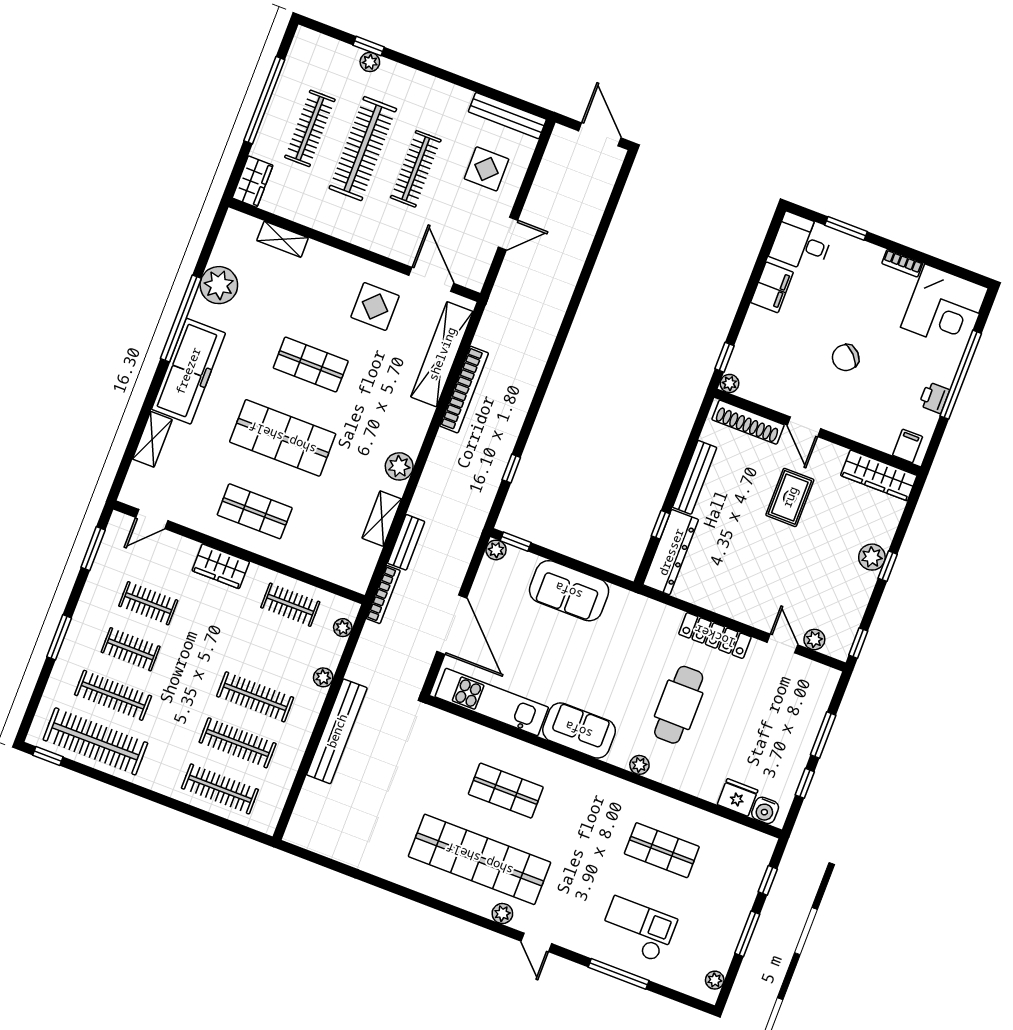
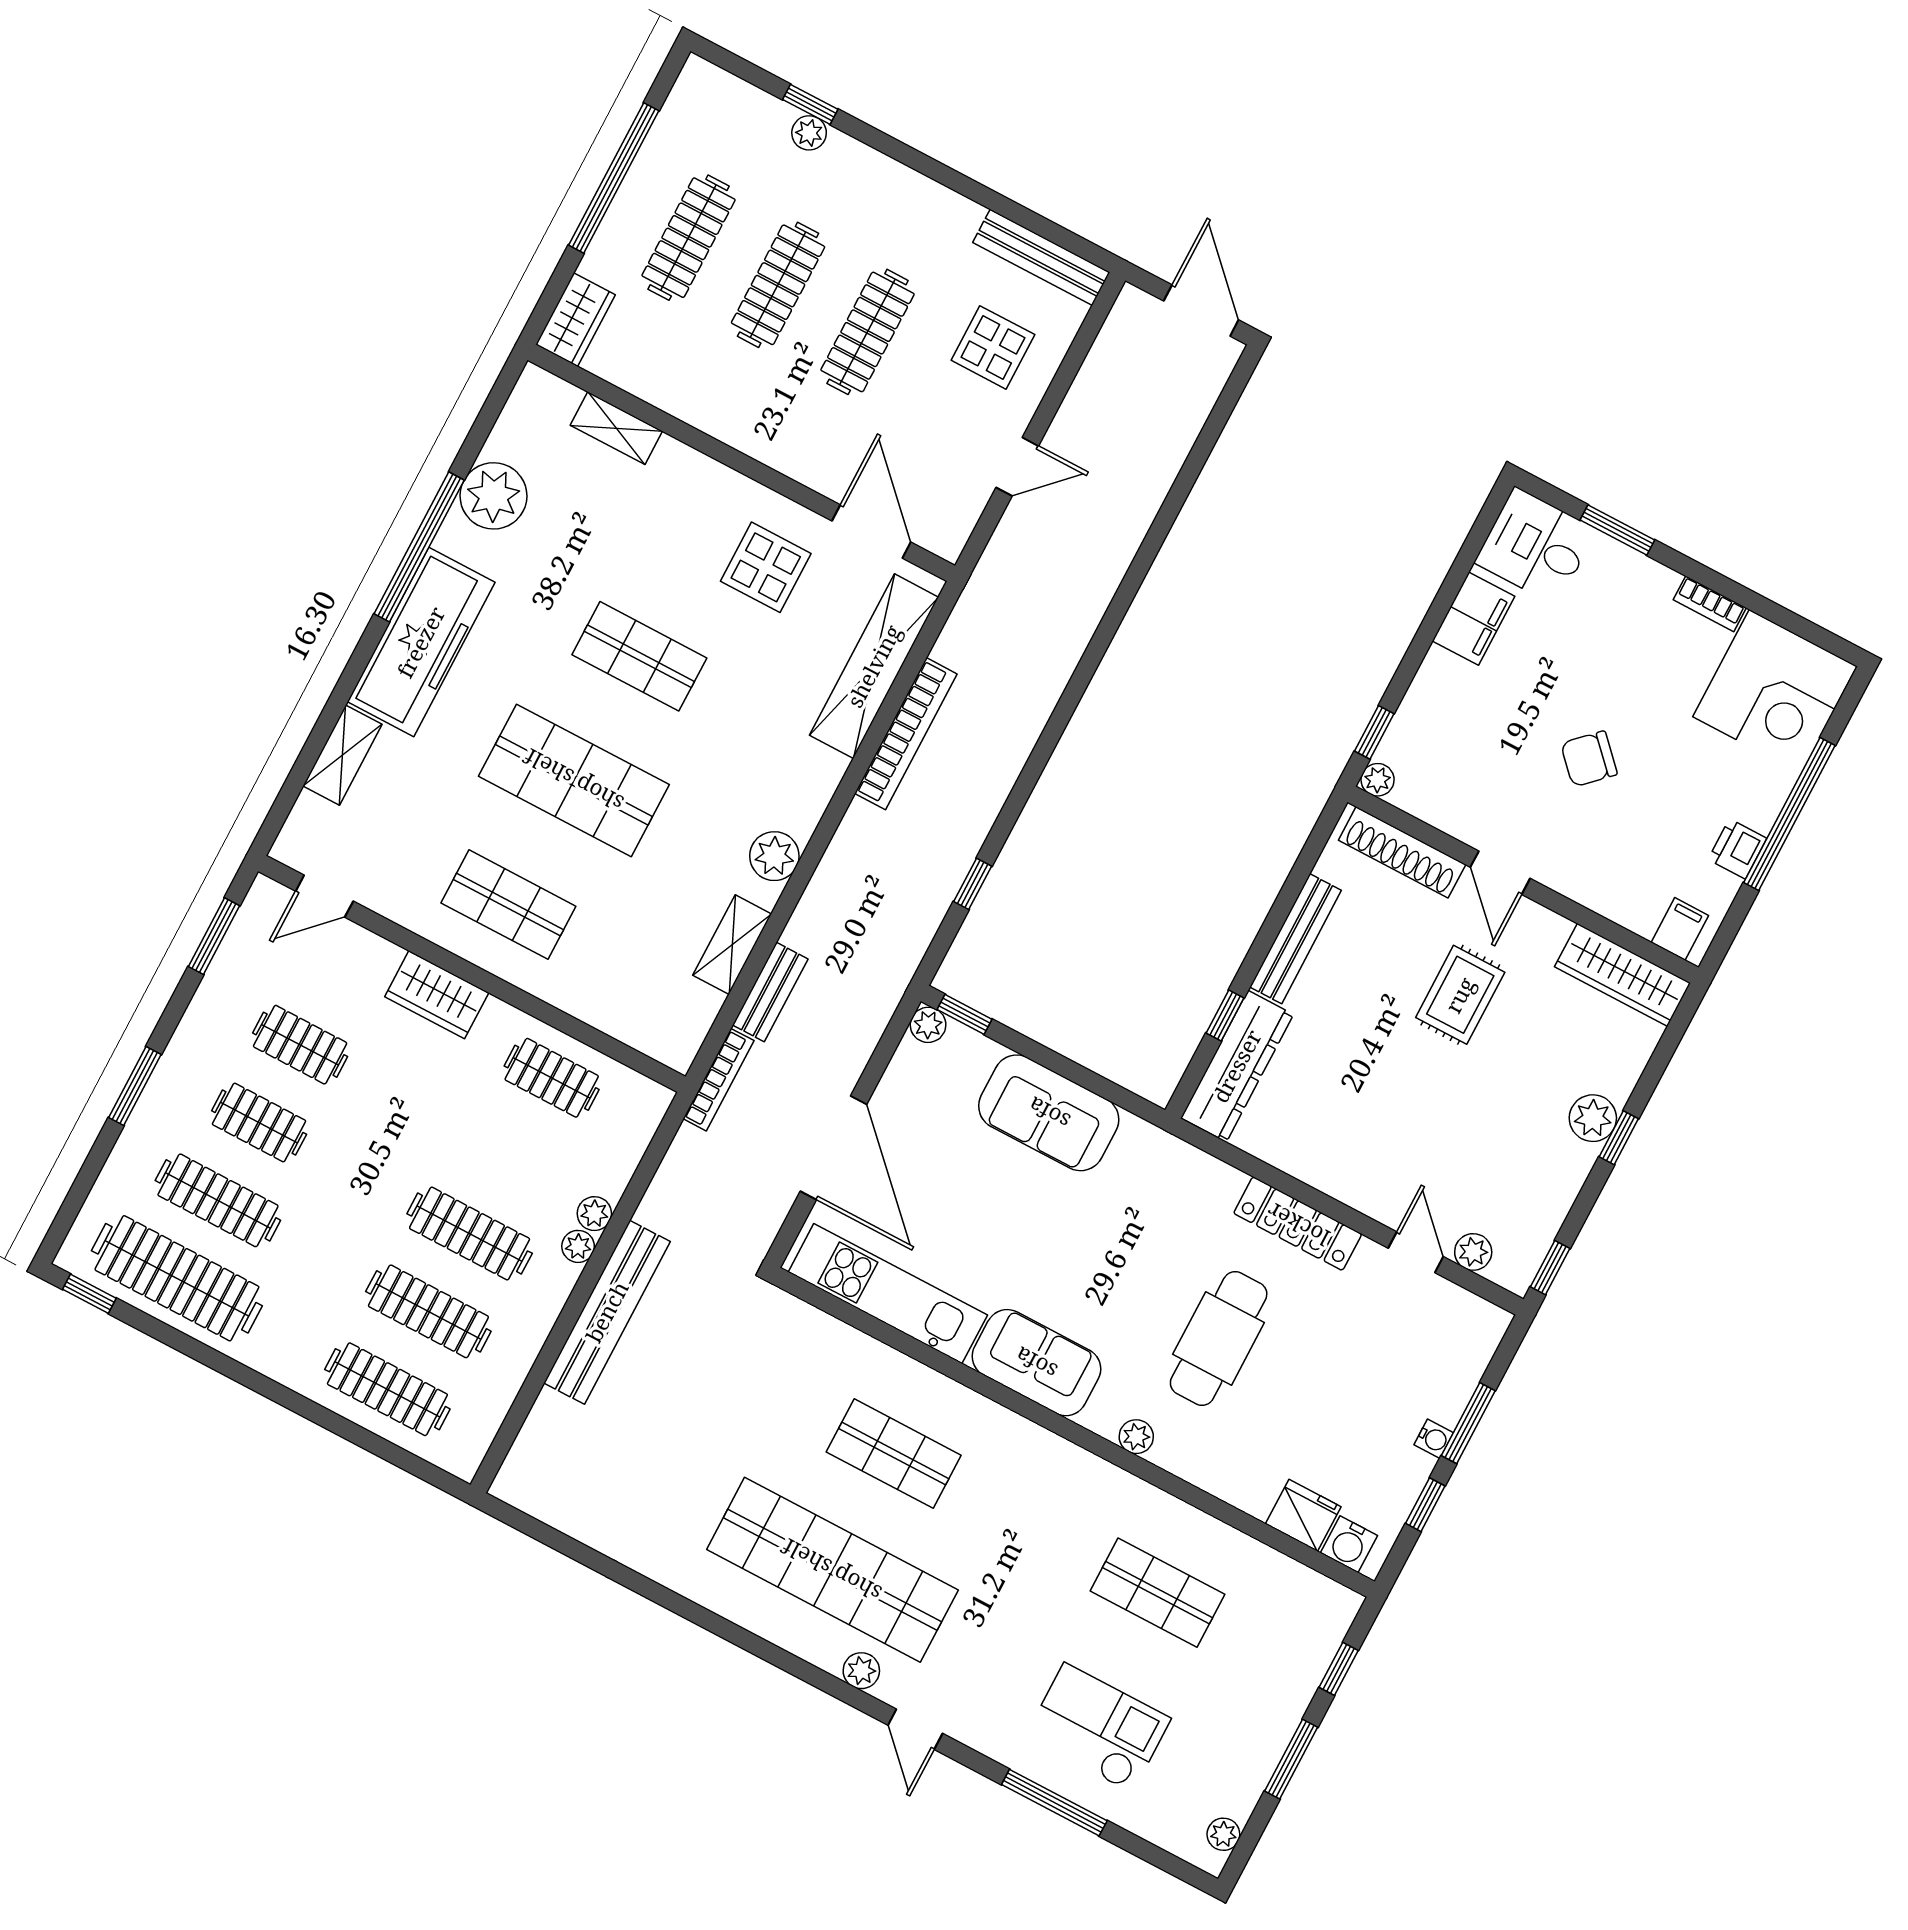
clothes rail: (363, 149) -> (778, 285), width x0.73, depth x0.76
plant: (343, 628) -> (578, 1246), moved
water cooler: (805, 746) -> (1434, 1439), added

